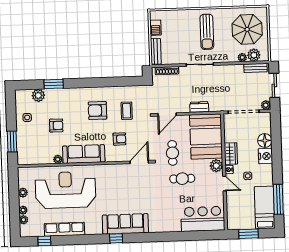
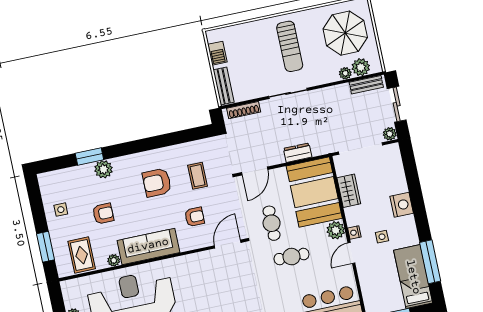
plant: (38, 95) -> (104, 169), moved
floor lamp: (265, 141) -> (397, 183), removed
rug: (36, 152) -> (82, 255), added
wardrobe: (231, 154) -> (349, 191), moved
door: (224, 184) -> (351, 253), swing flipped

